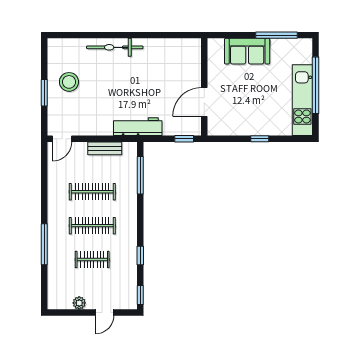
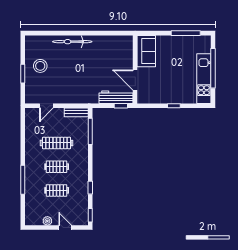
sofa: (247, 51) -> (146, 51), moved, turned -90
door: (204, 102) -> (135, 80), hinge flipped
workbench: (138, 127) -> (116, 97), moved
door: (62, 139) -> (46, 106), moved
bench: (105, 148) -> (76, 112), moved
clothes rail: (92, 226) -> (57, 167), width x0.73
door: (105, 313) -> (65, 228), swing flipped

